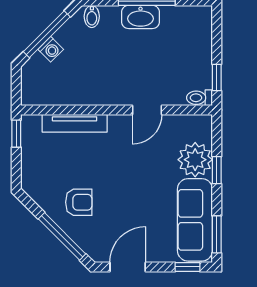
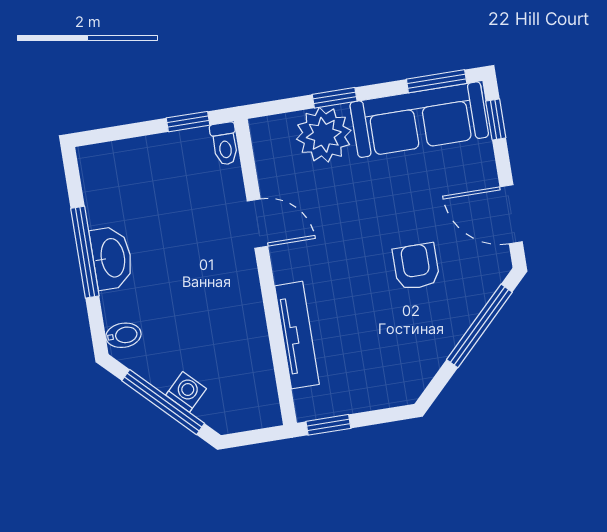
armchair: (79, 202) -> (416, 267), moved

